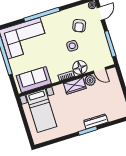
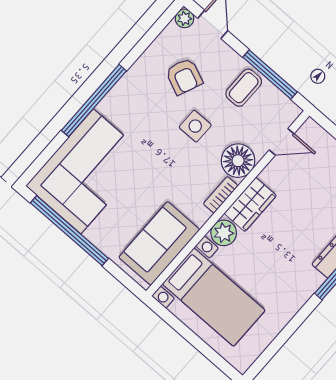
coffee table: (98, 43) -> (244, 88), added
plant: (90, 80) -> (224, 233), moved

